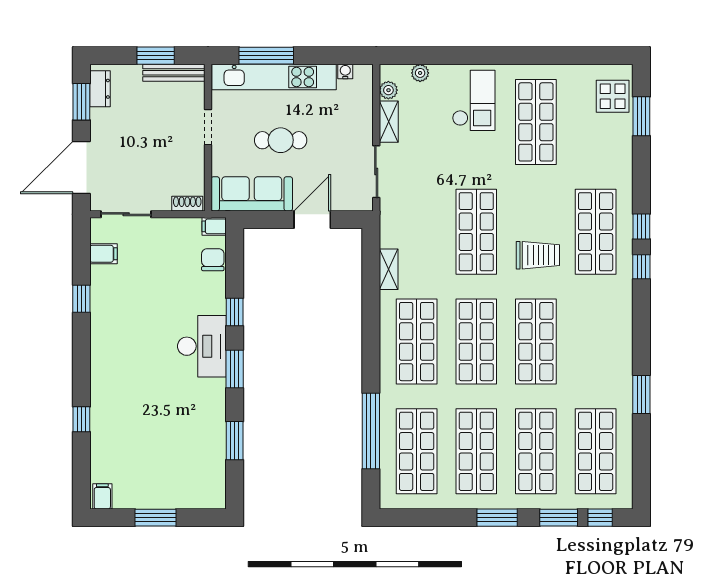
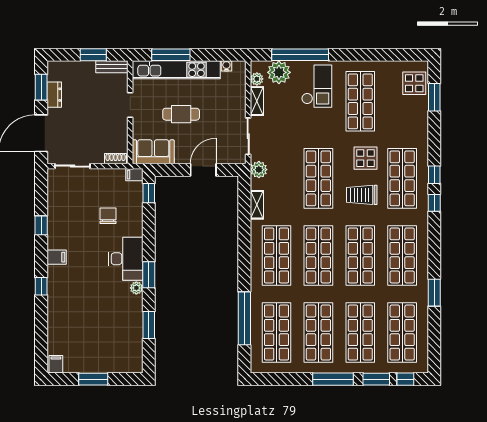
window: (450, 56) -> (300, 55), added
bench: (174, 73) -> (112, 67), width x0.73
plant: (420, 73) -> (279, 72), width x1.87, depth x1.87
dresser: (100, 89) -> (54, 95), moved
sofa: (252, 194) -> (153, 152), width x0.73
display table: (543, 203) -> (365, 158), added
plant: (391, 219) -> (259, 170), added
filing cabinet: (103, 254) -> (57, 257), moved
trolley: (538, 255) -> (362, 195), turned 180
chair: (213, 260) -> (108, 216), moved
window: (235, 312) -> (149, 193), moved
shop shelf: (596, 342) -> (402, 255), added
plant: (217, 388) -> (136, 288), added
window: (81, 419) -> (41, 286), moved
window: (497, 518) -> (333, 379), width x1.44

